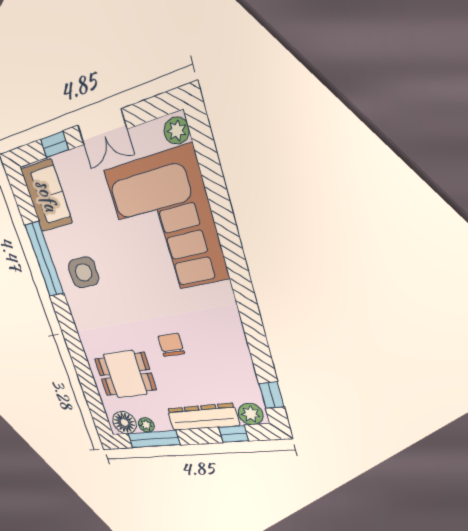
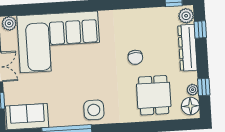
side table: (84, 272) -> (94, 110), moved
chair: (171, 345) -> (135, 57), turned -92
window: (154, 439) -> (204, 87), width x0.46

